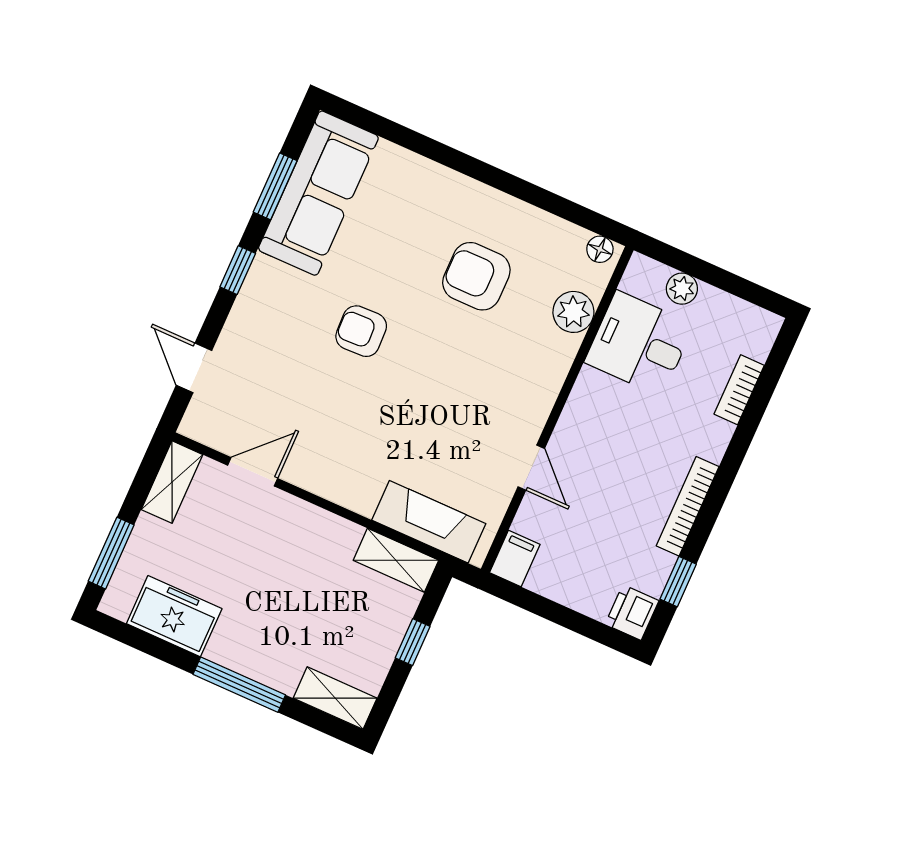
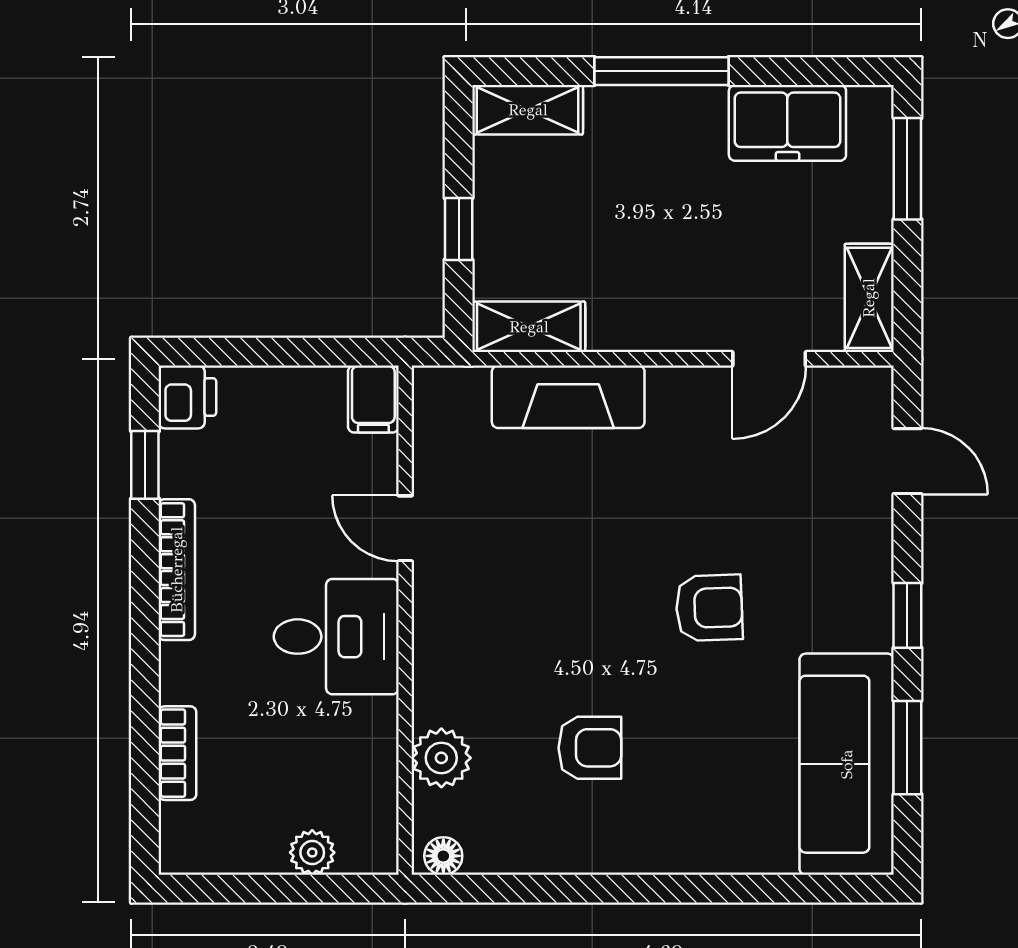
armchair: (476, 276) -> (590, 748), width x0.72, depth x0.72
desk: (639, 343) -> (336, 637), moved
fireplace: (429, 522) -> (568, 397), moved

